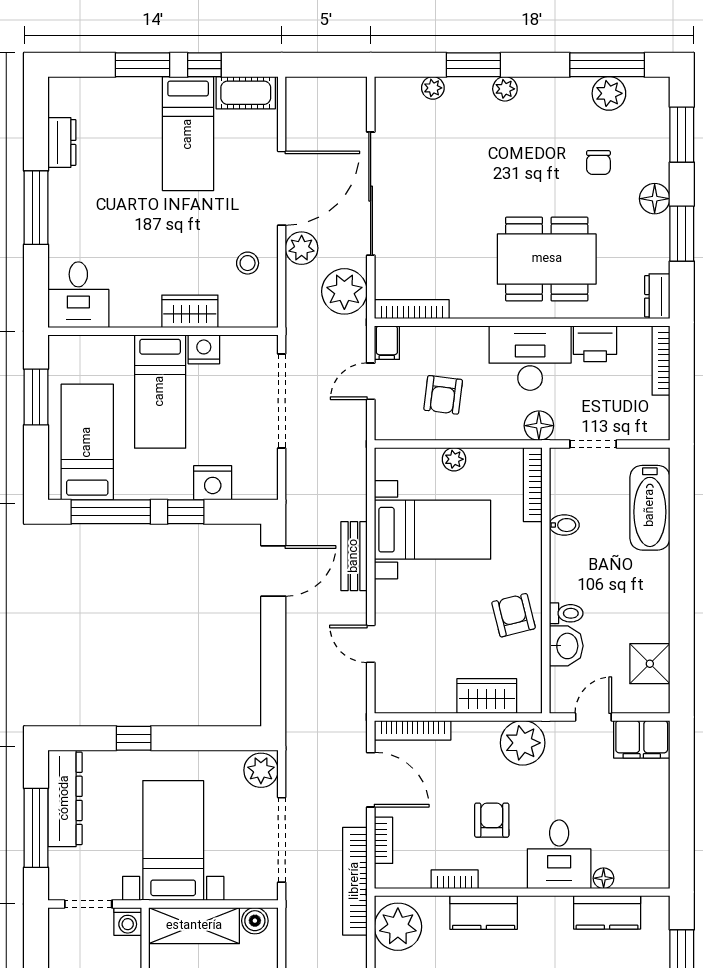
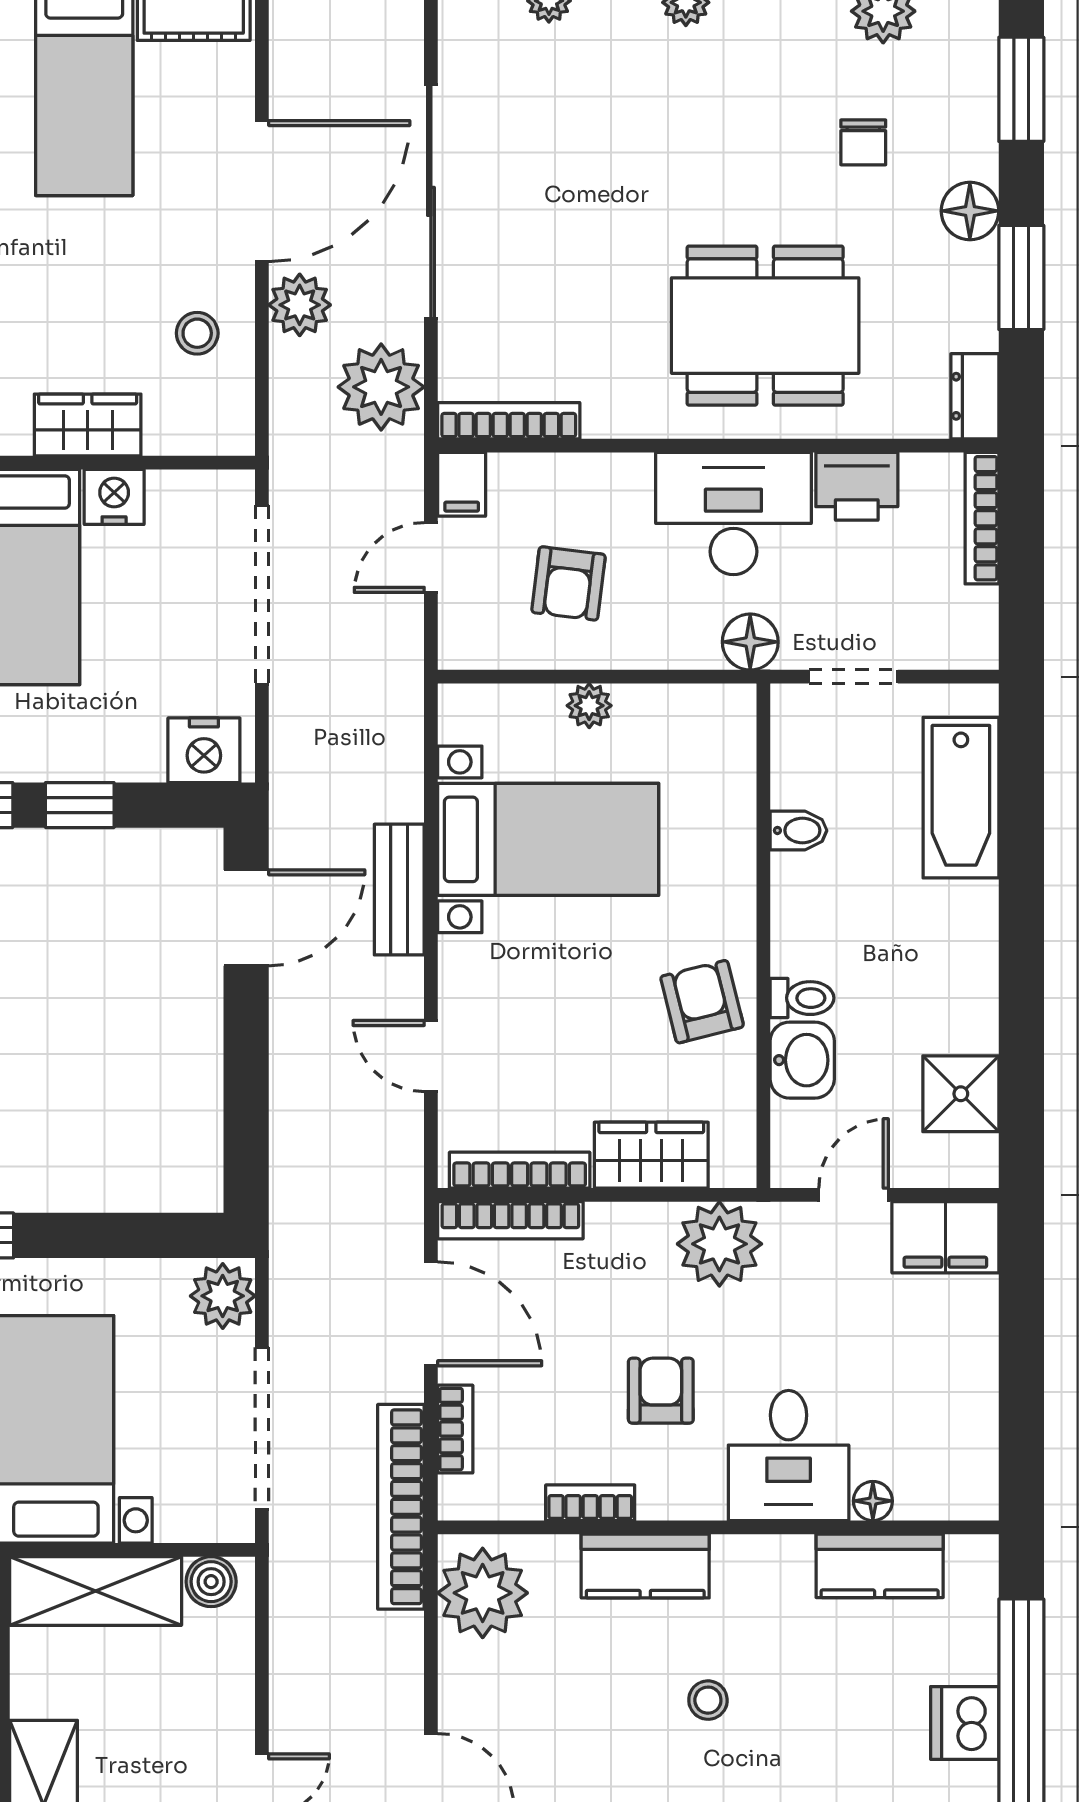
nightstand: (213, 483) -> (204, 750), moved
bookcase: (533, 485) -> (520, 1170), moved, turned 90

